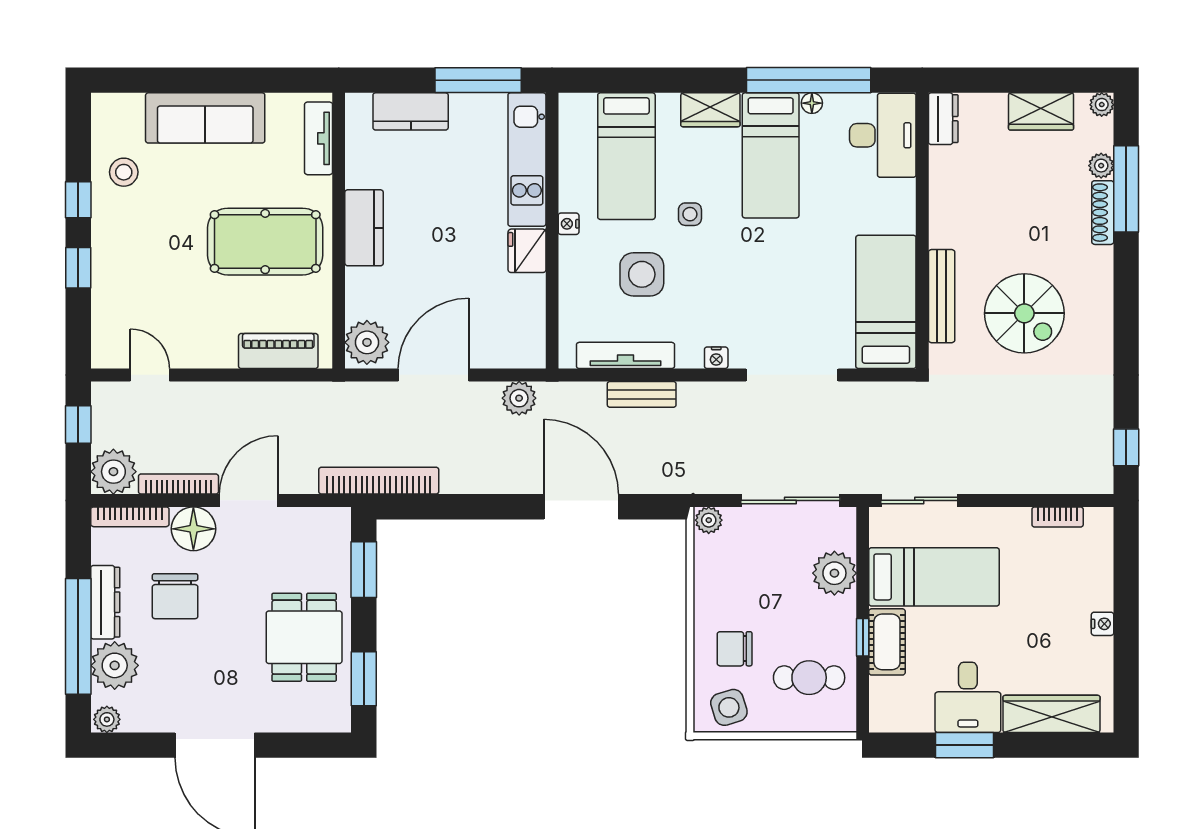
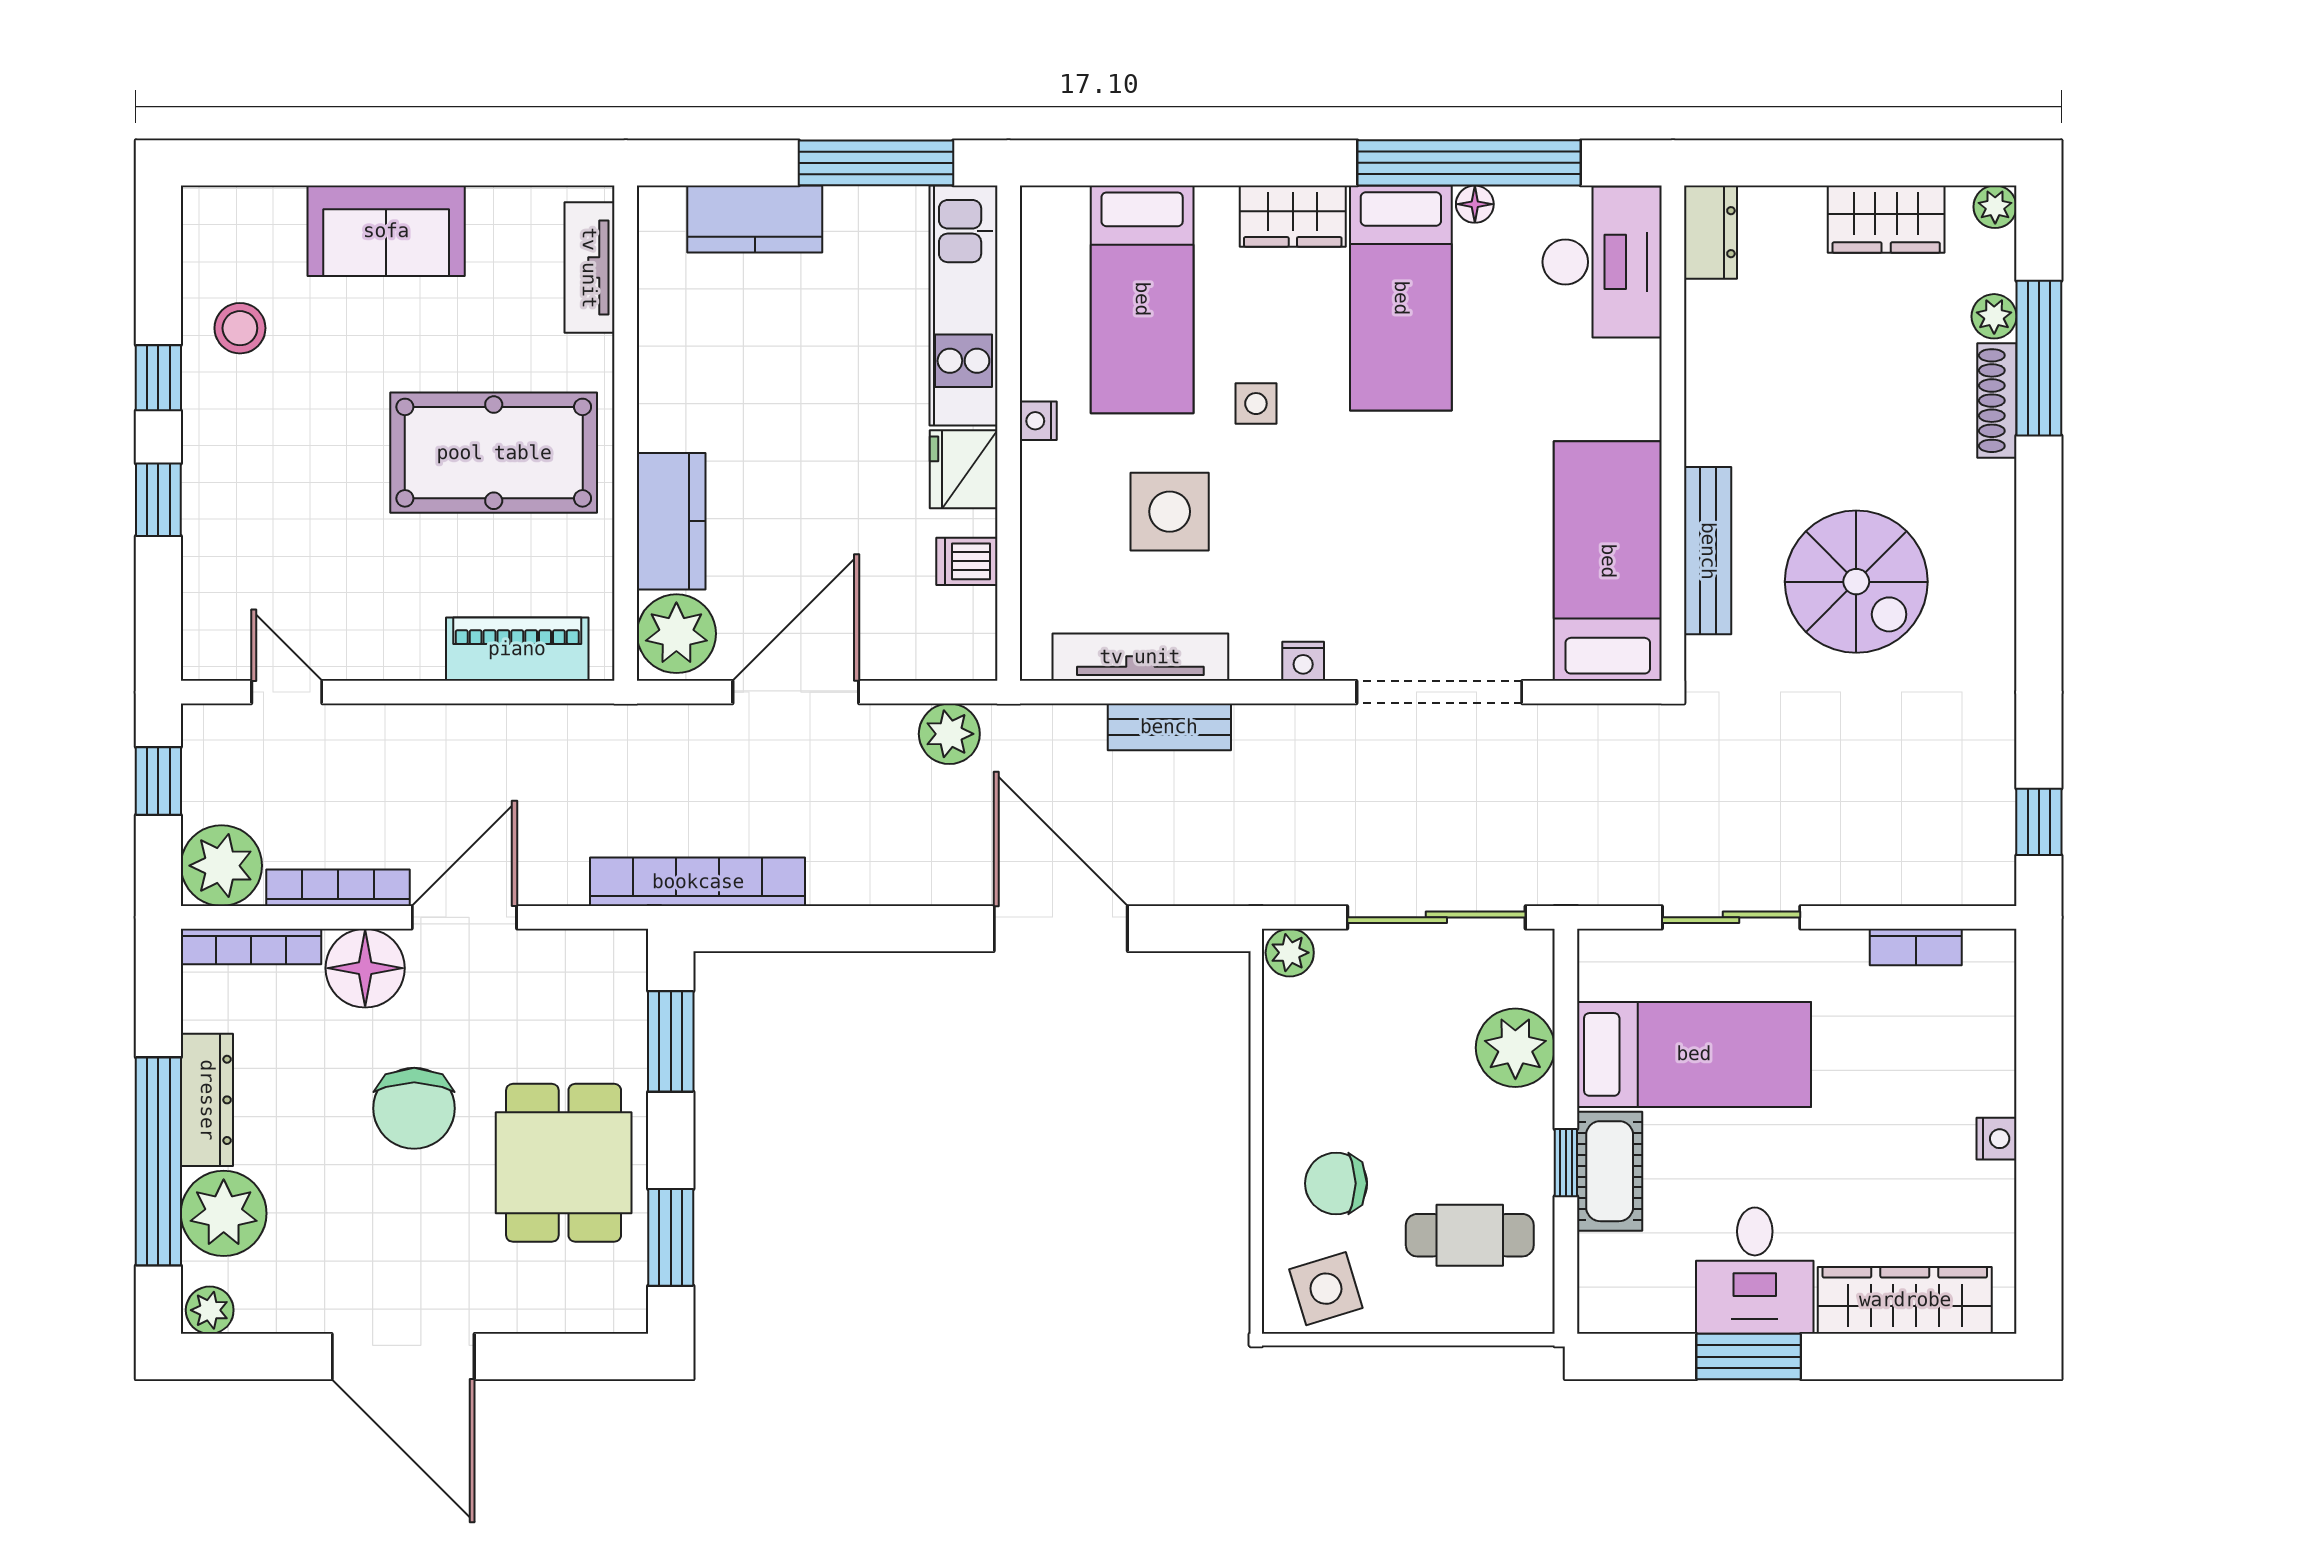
sofa: (205, 118) -> (386, 231), width x0.73
kitchen counter: (364, 228) -> (671, 521), moved
dishwasher: (529, 302) -> (967, 561), added
sliding door: (919, 500) -> (1731, 917), moved
chair: (175, 596) -> (414, 1108), moved

